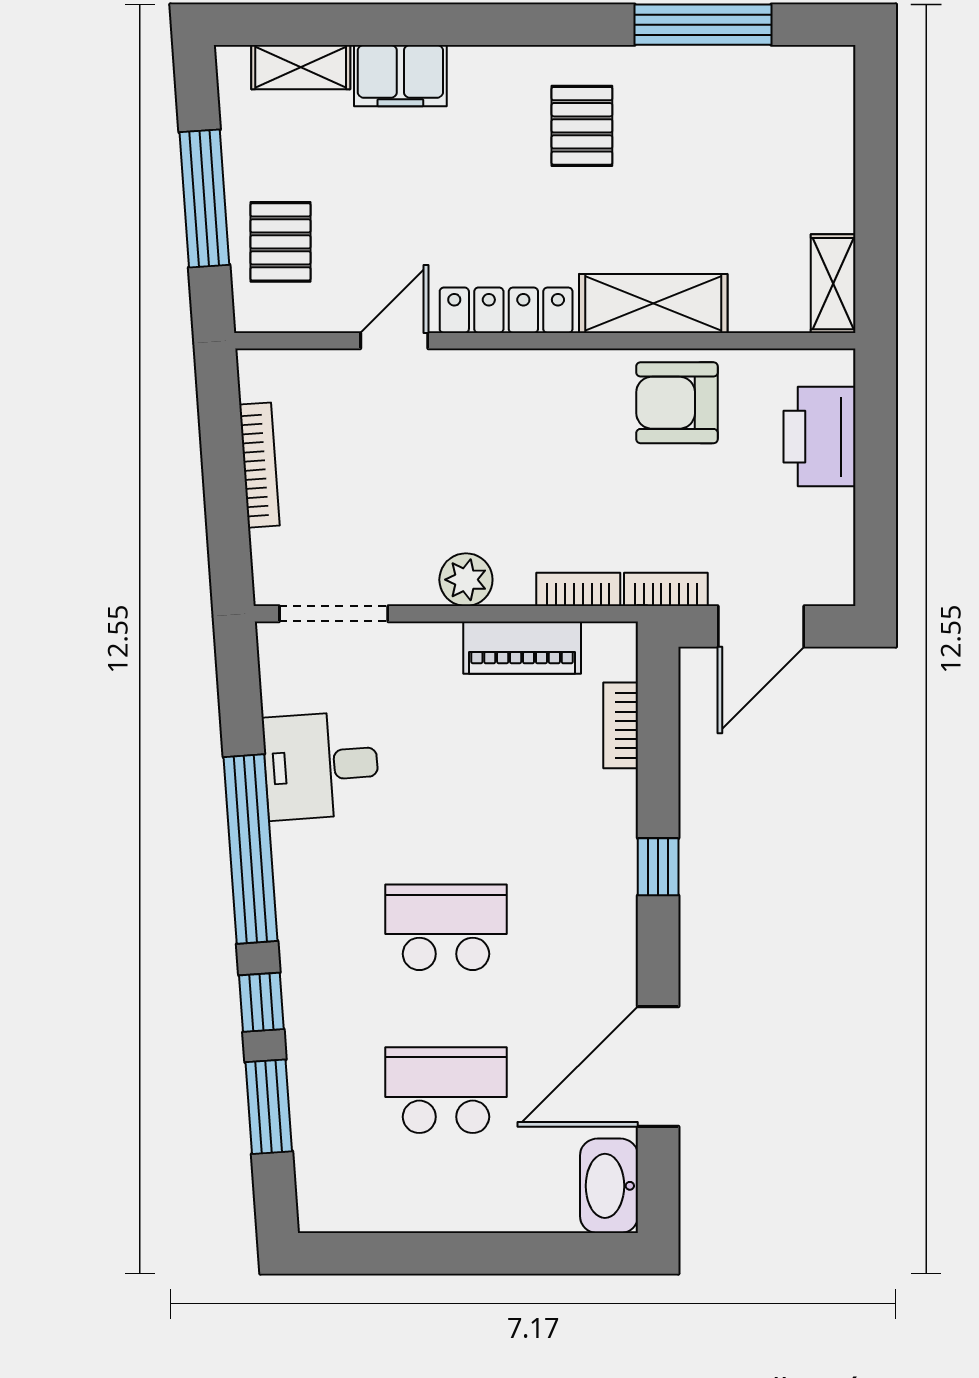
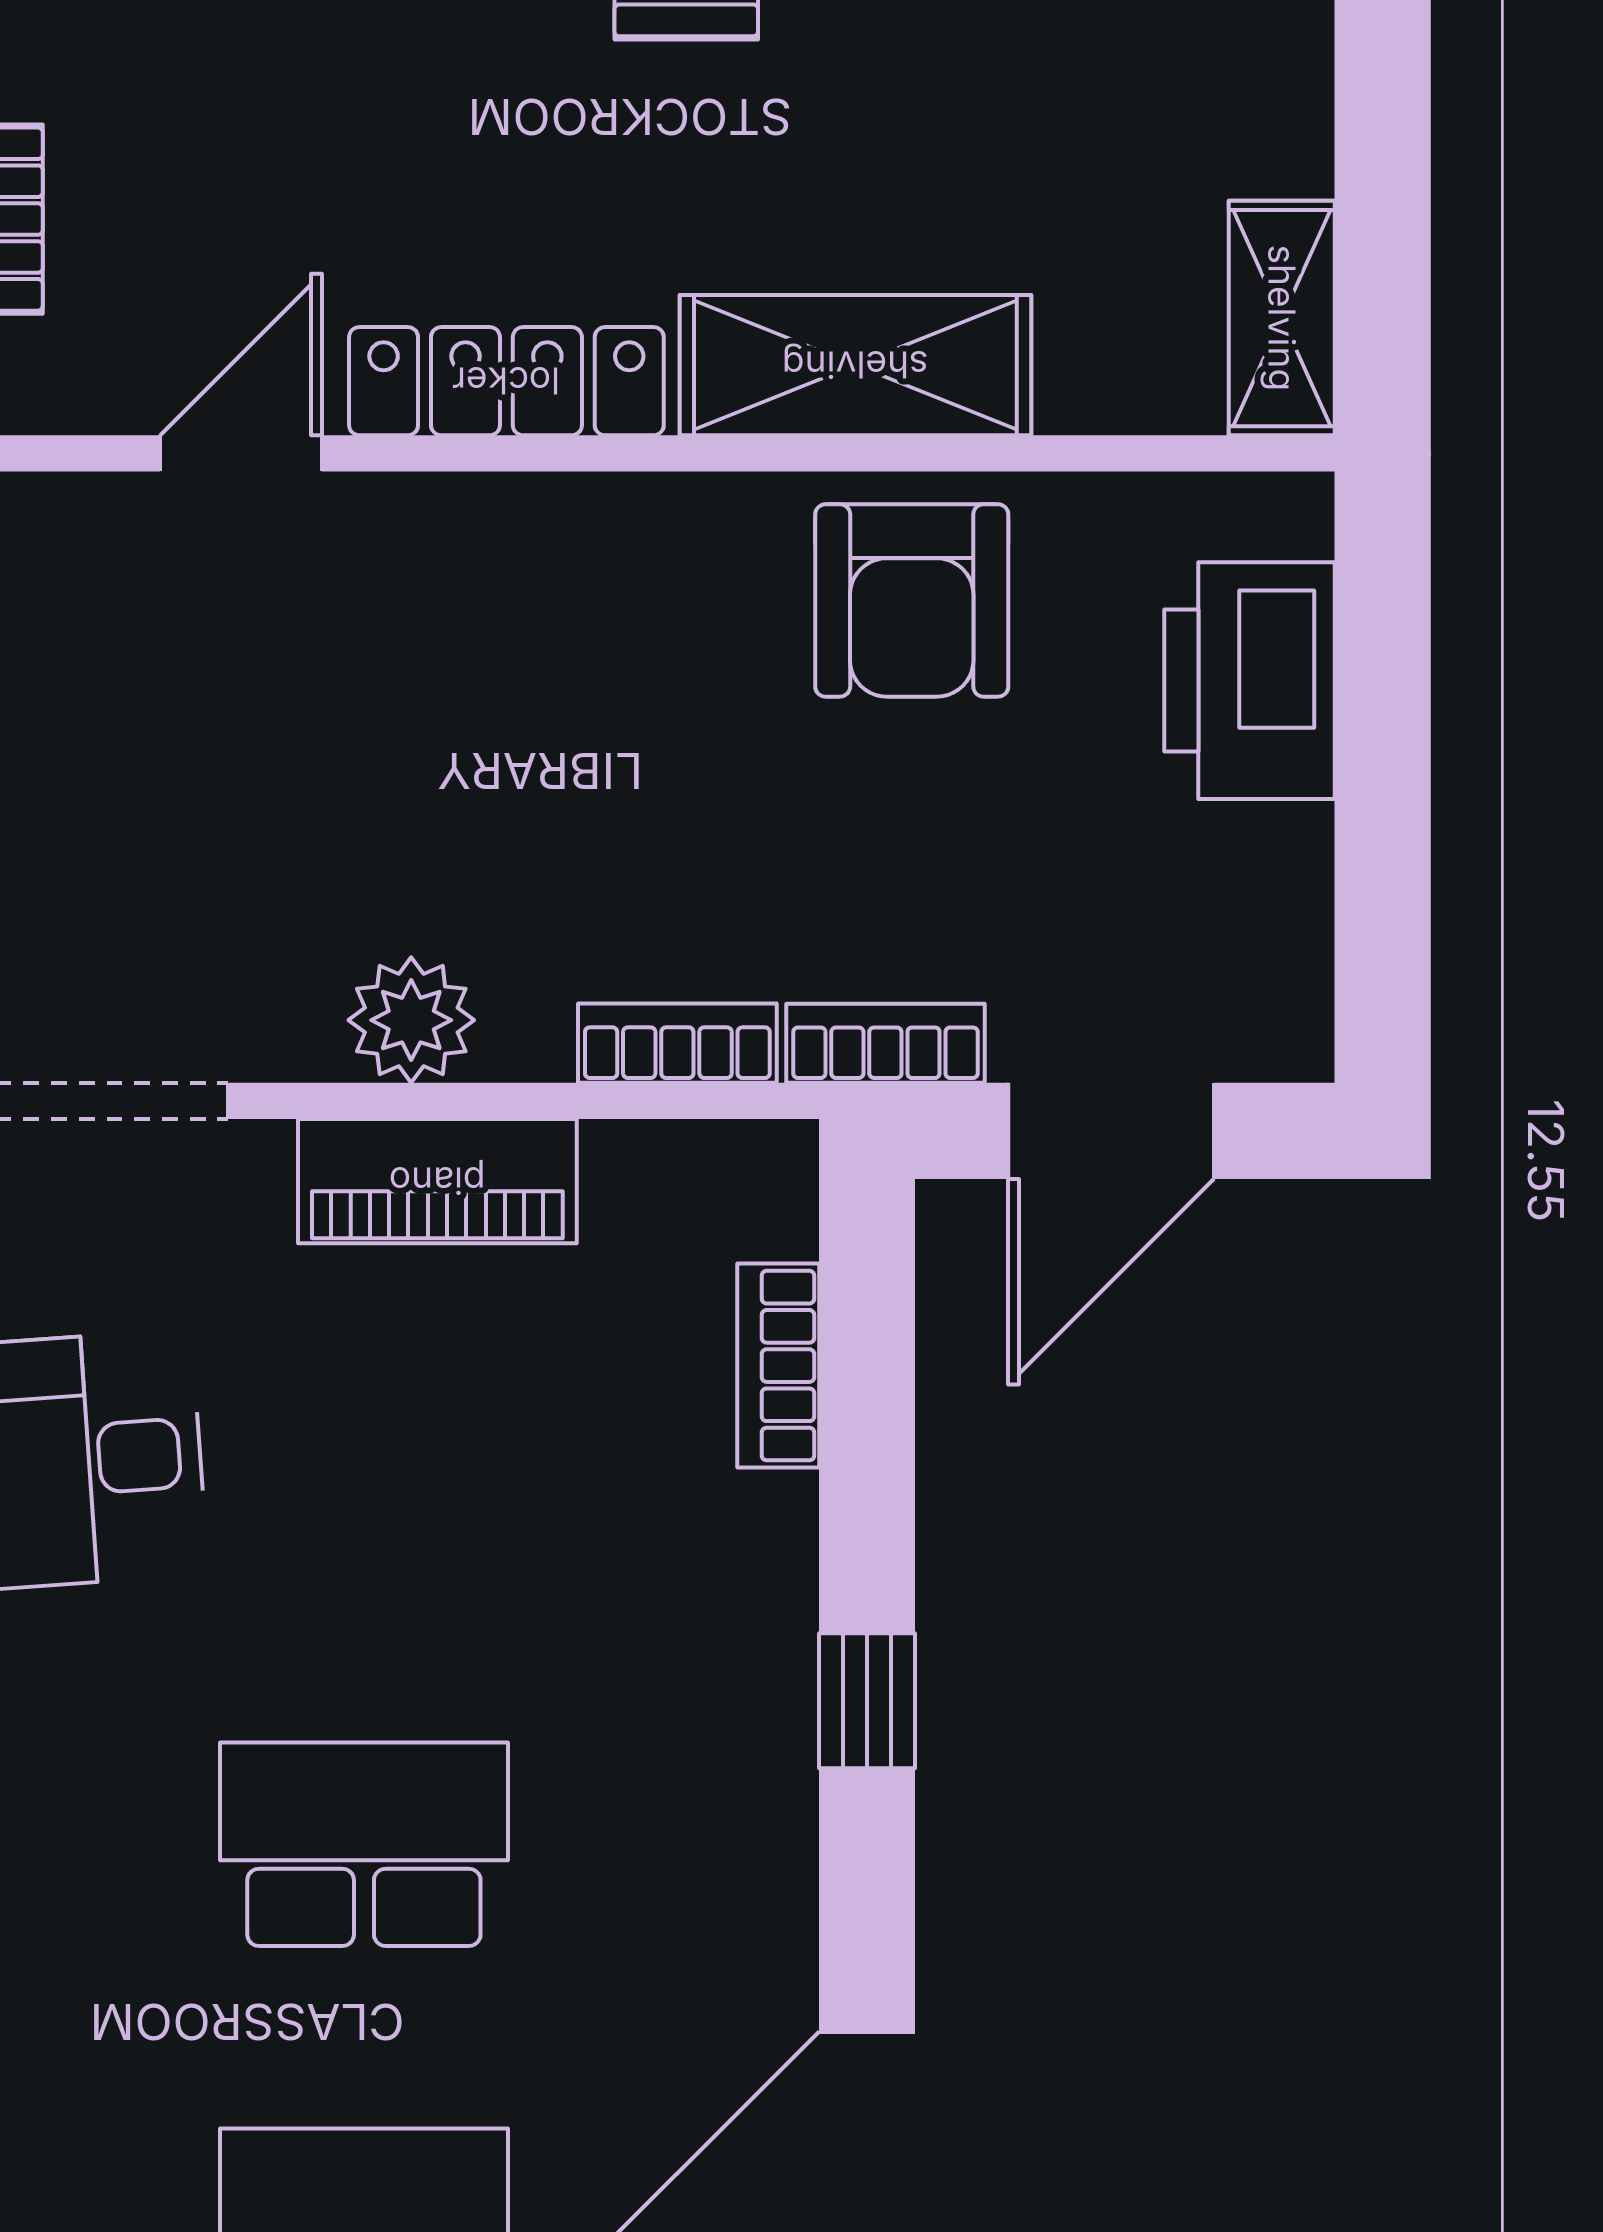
armchair: (677, 403) -> (912, 600), turned -90
piano: (522, 648) -> (437, 1181), moved

